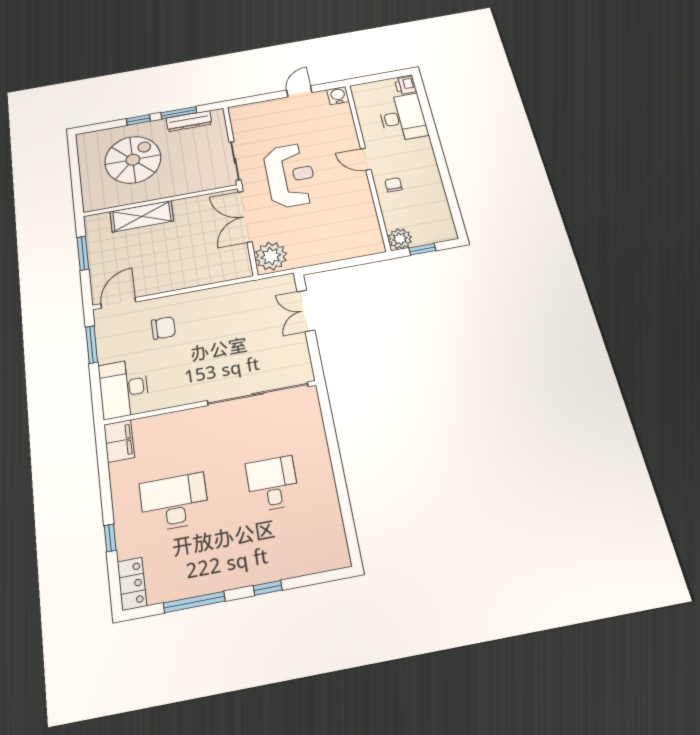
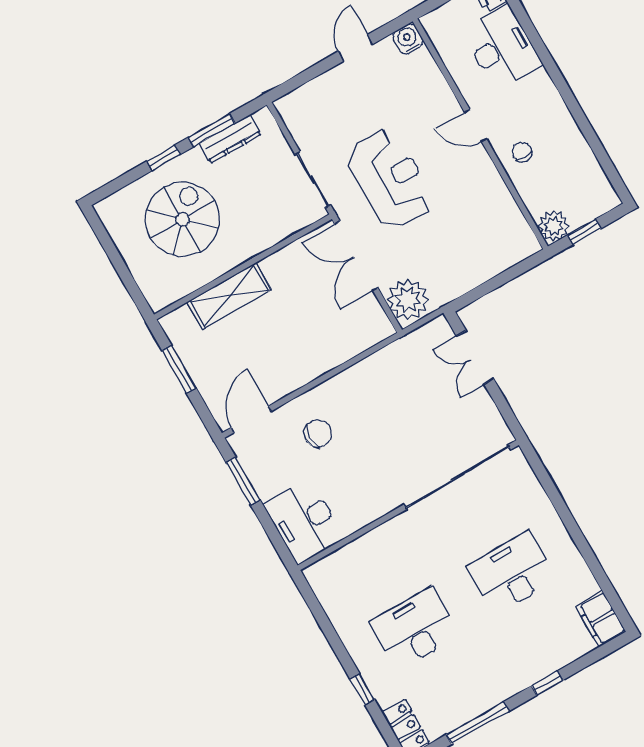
filing cabinet: (119, 441) -> (601, 619), moved, turned 180
desk: (272, 484) -> (512, 573), width x1.37

